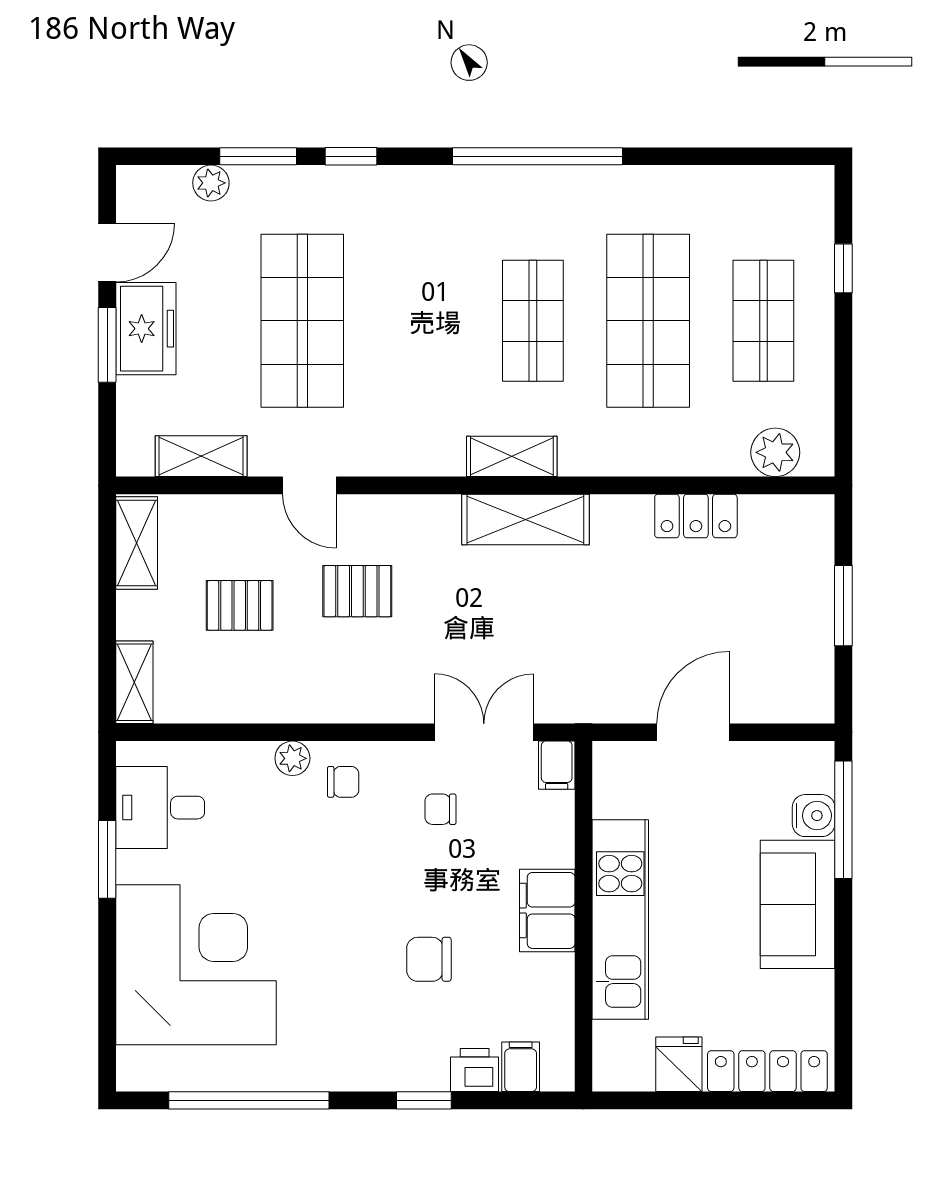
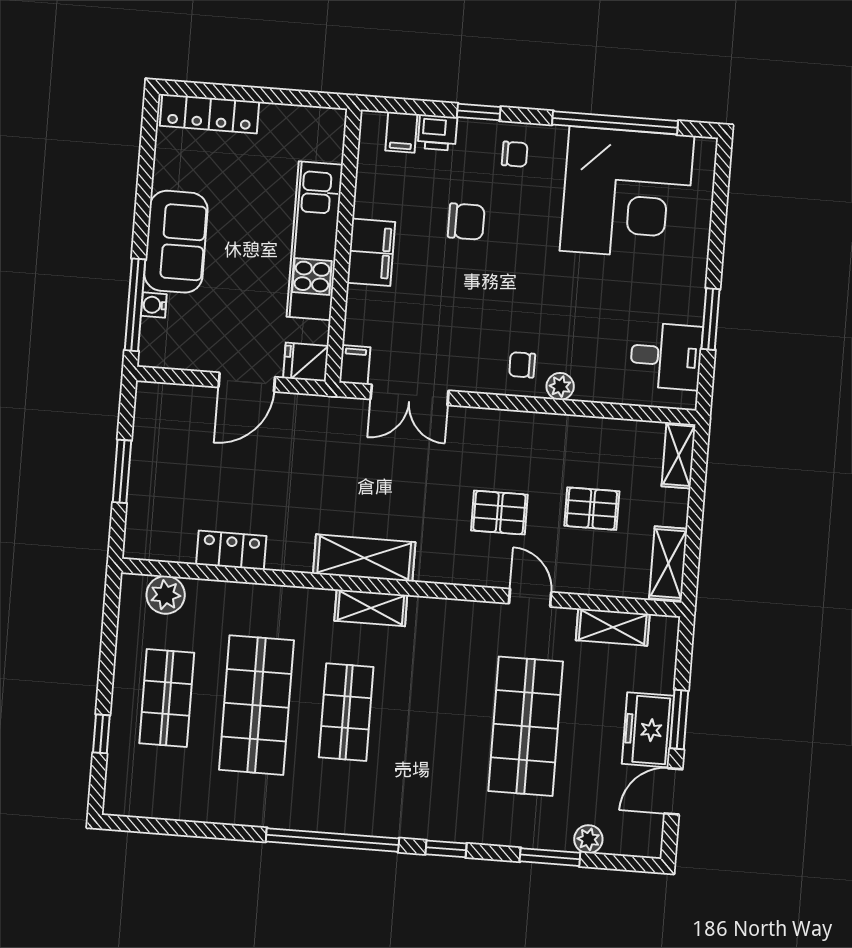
window: (351, 156) -> (446, 849), moved
chair: (440, 809) -> (515, 154), moved
water cooler: (814, 816) -> (154, 305), width x0.72, depth x0.72
corner desk: (196, 965) -> (627, 193), moved, turned -90
fridge: (679, 1064) -> (306, 362), moved, turned 90

